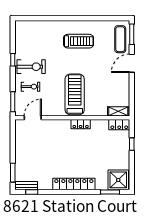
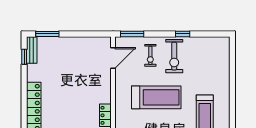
treadmill: (75, 94) -> (156, 97), moved
door: (33, 118) -> (113, 58), hinge flipped

